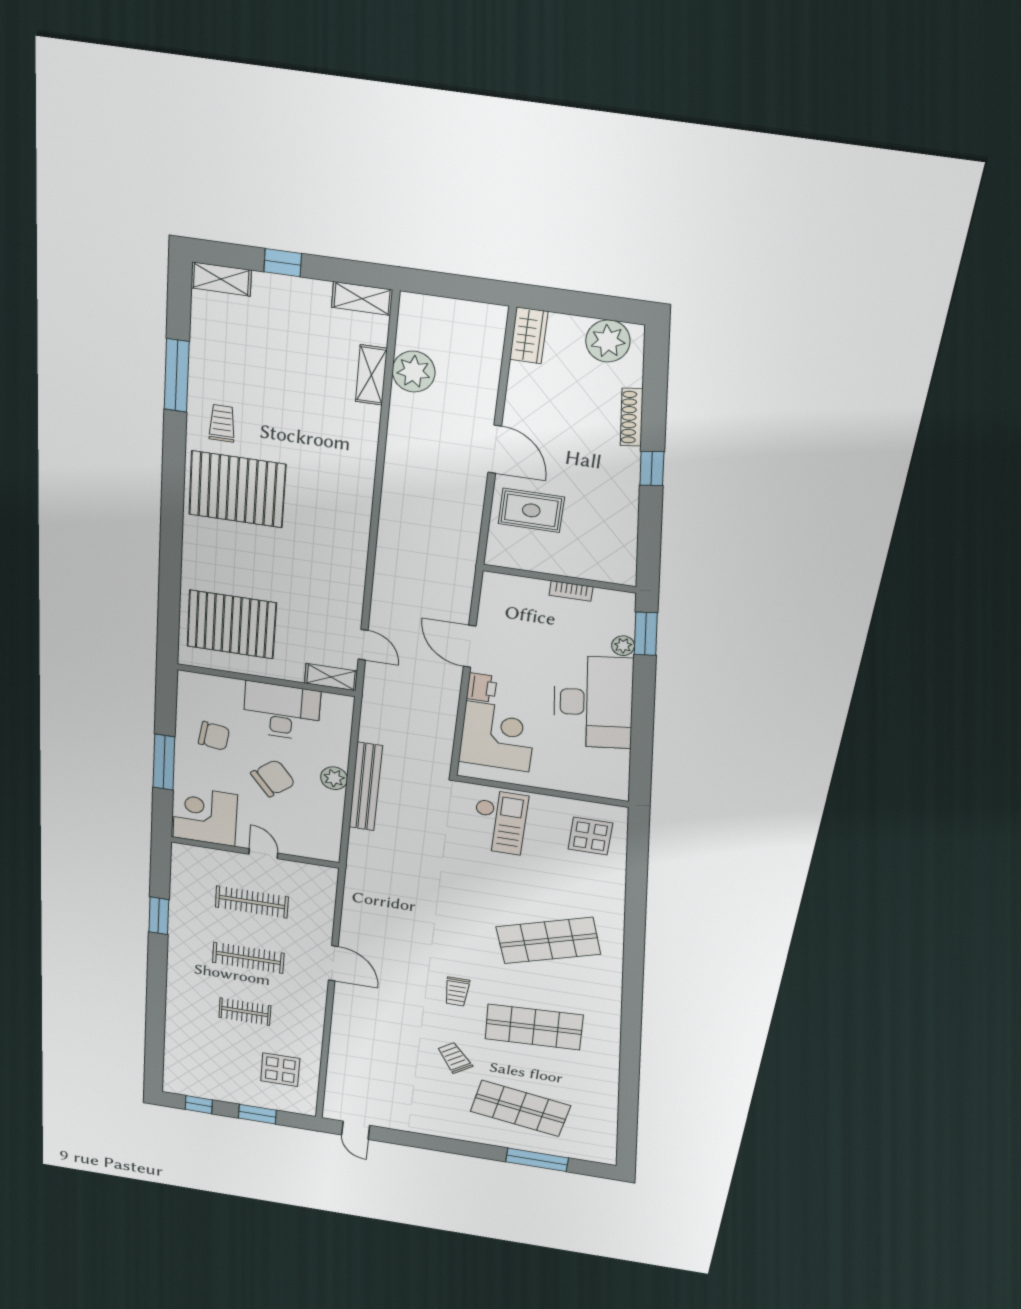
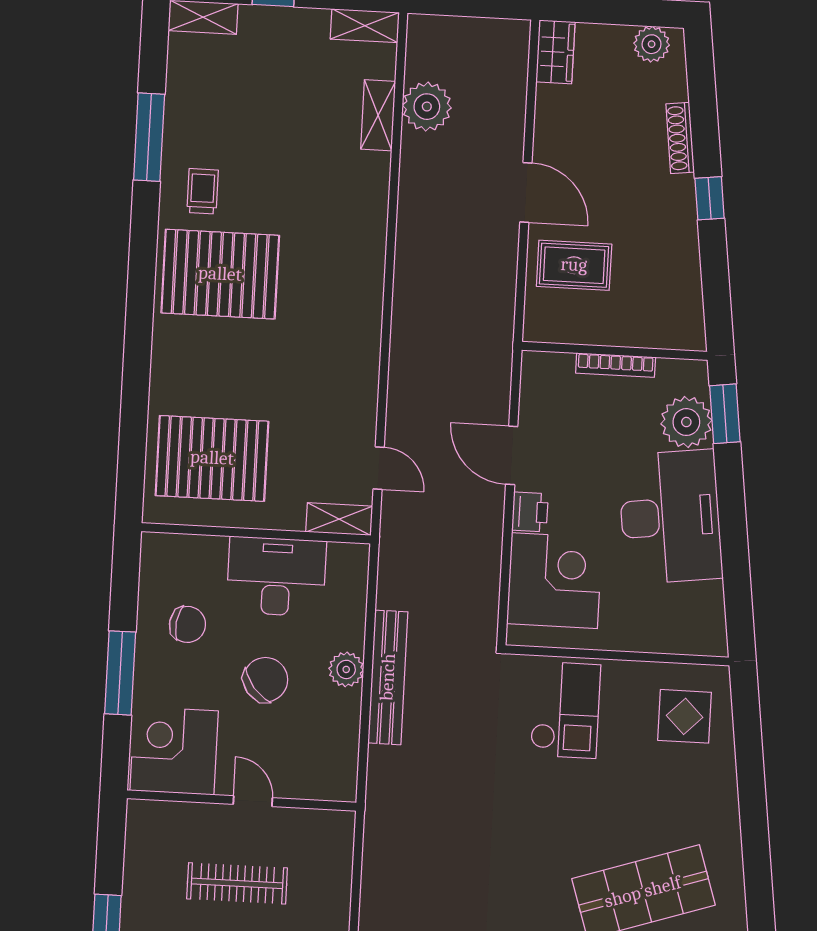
plant: (608, 341) -> (652, 44), width x0.73, depth x0.73
bookcase: (571, 591) -> (616, 365), width x1.56
plant: (623, 646) -> (686, 422), width x1.88, depth x1.88

